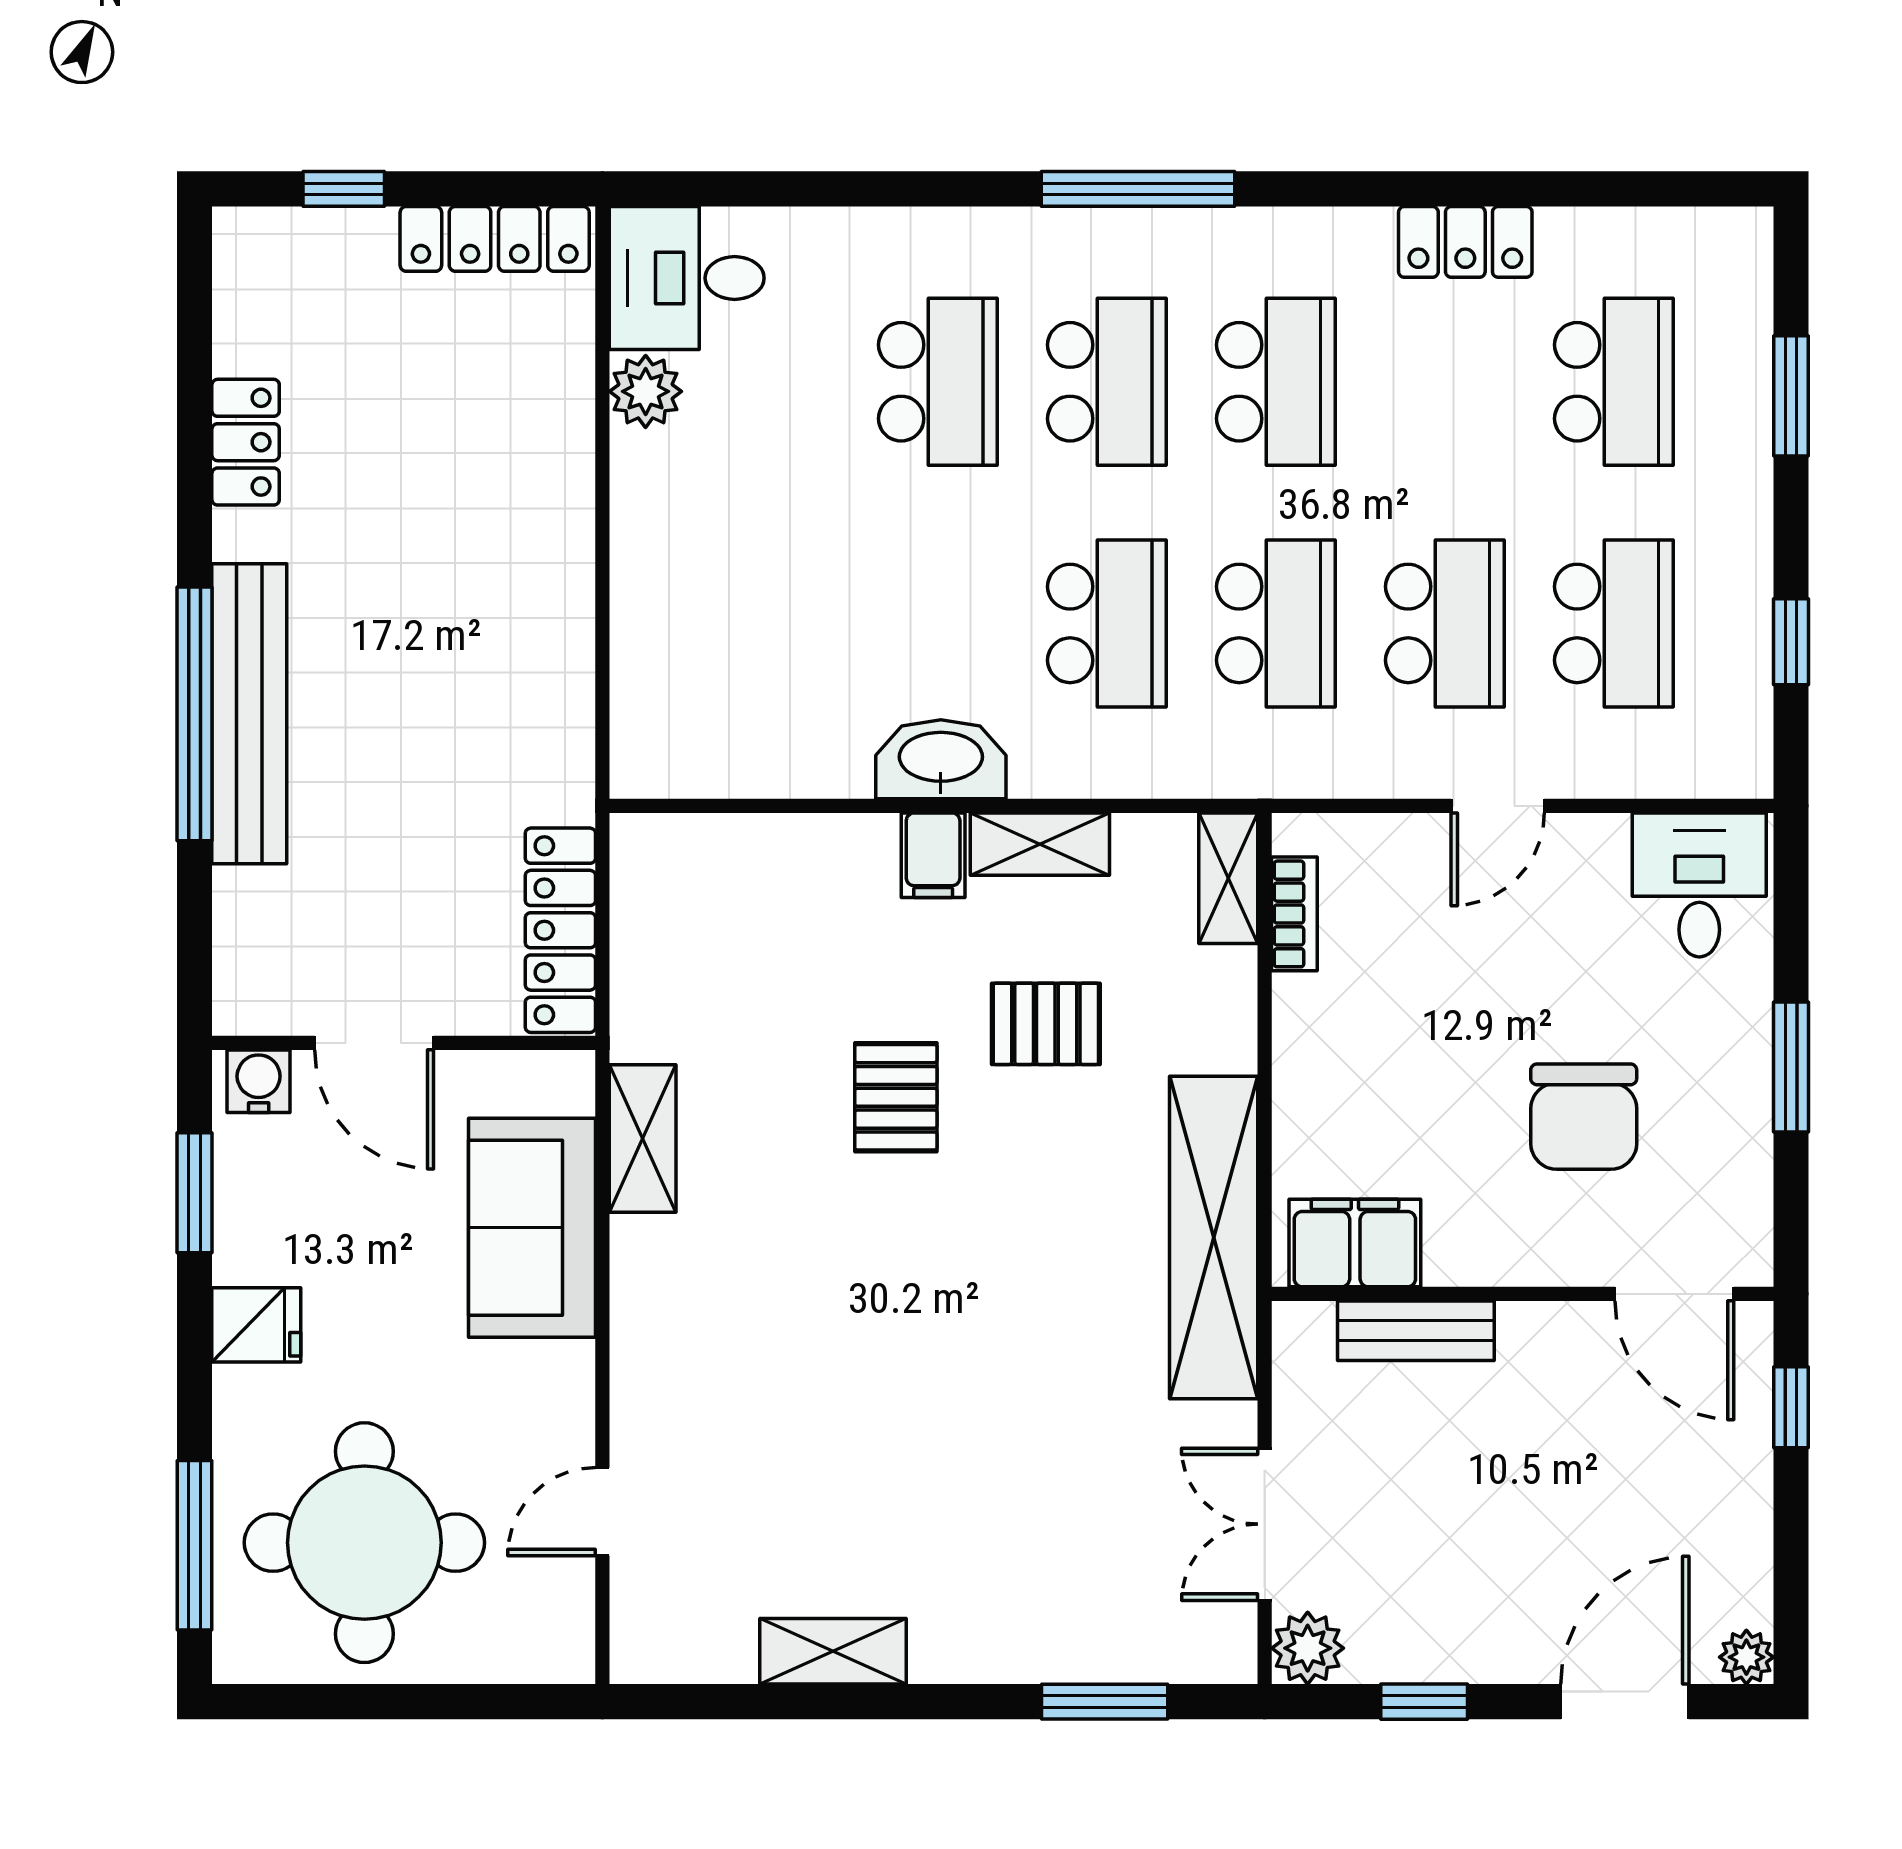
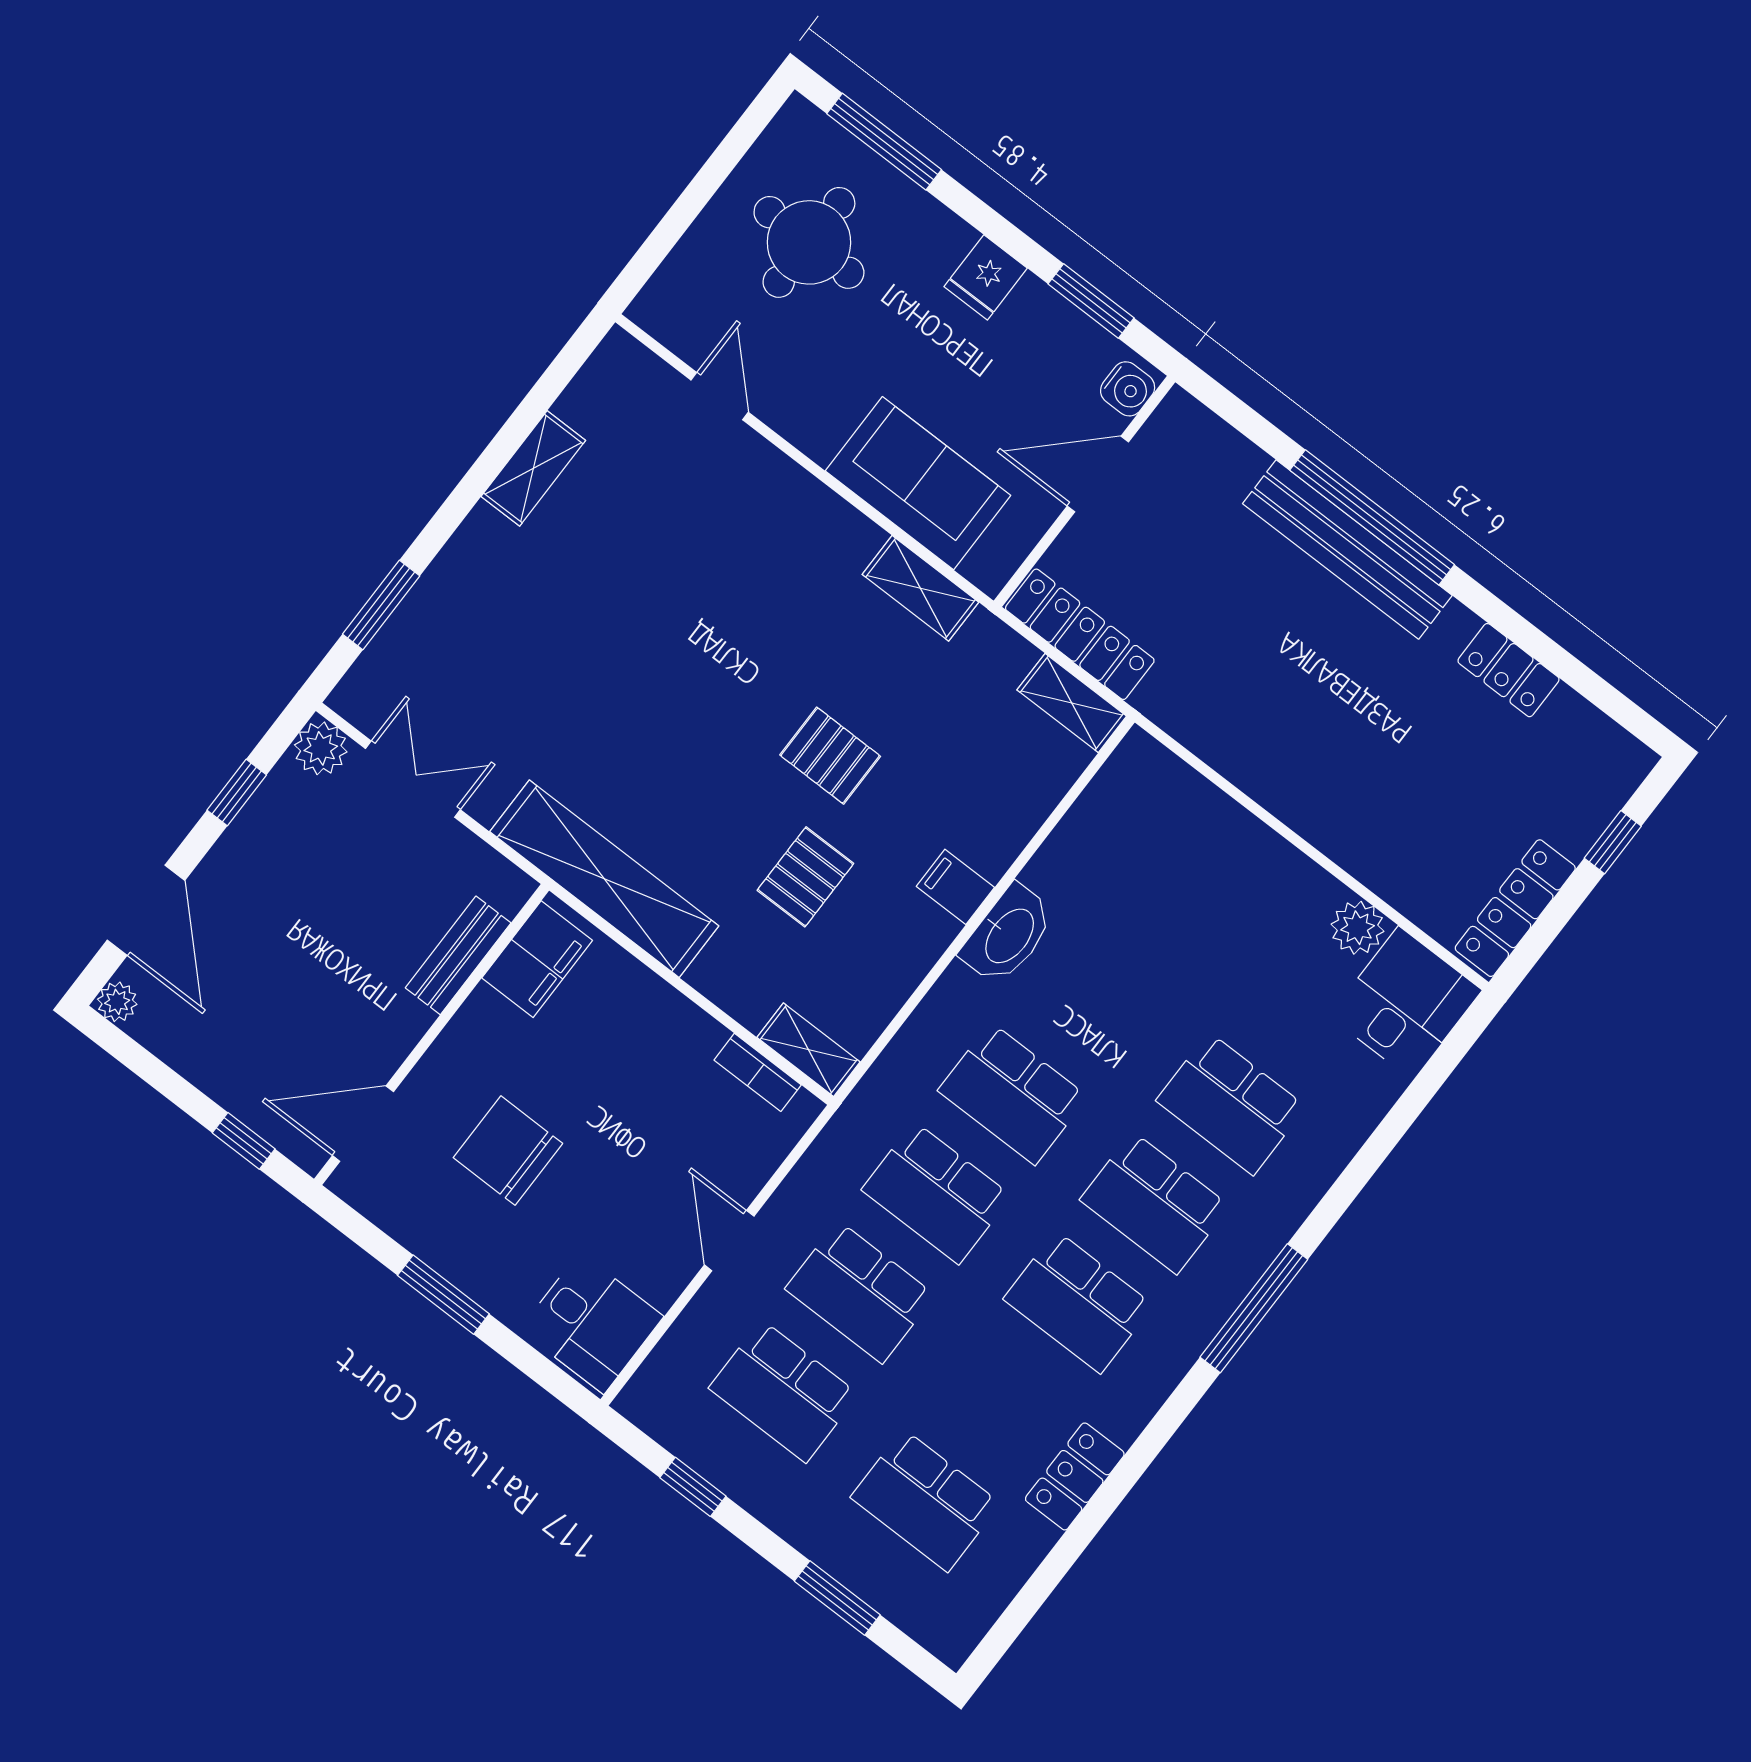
shelving: (1040, 844) -> (1072, 703), moved, turned 90
round table: (364, 1543) -> (809, 242), width x0.73, depth x0.73

